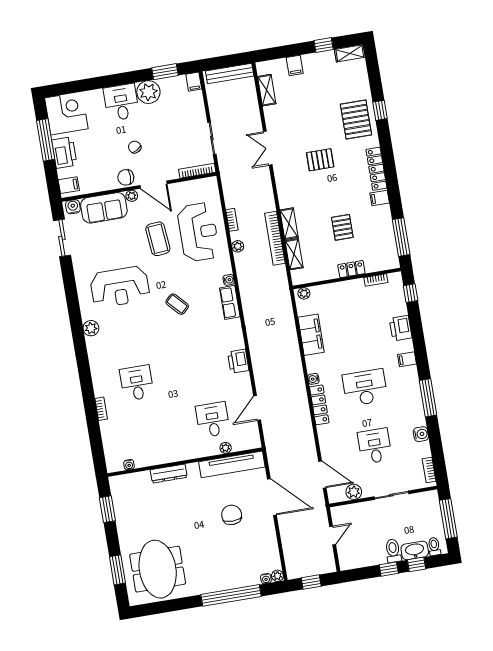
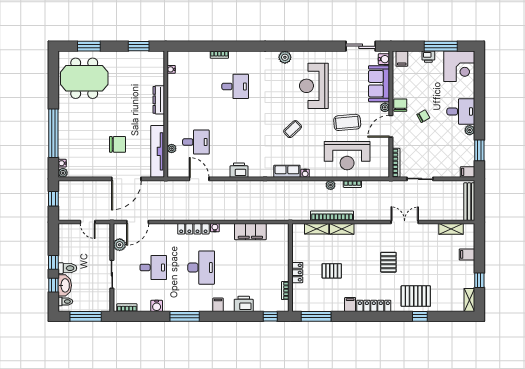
plant: (148, 92) -> (470, 130), width x0.53, depth x0.53
printer: (64, 152) -> (428, 57), width x0.53, depth x0.68
plant: (304, 293) -> (284, 231), removed

